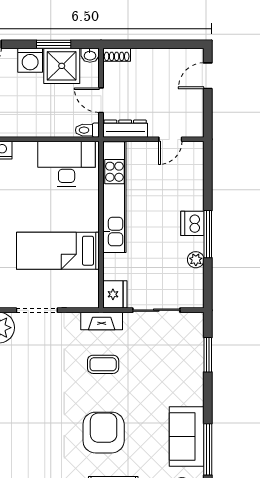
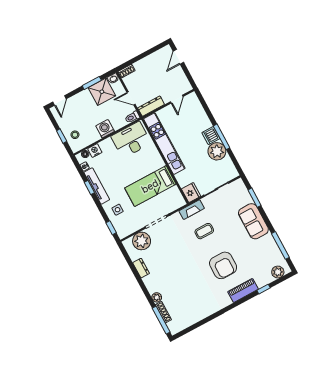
washing machine: (30, 60) -> (105, 129), moved, turned 180
plant: (196, 260) -> (217, 151), width x1.88, depth x1.88
armchair: (104, 433) -> (223, 265), turned 180
sofa: (187, 437) -> (253, 221), moved

